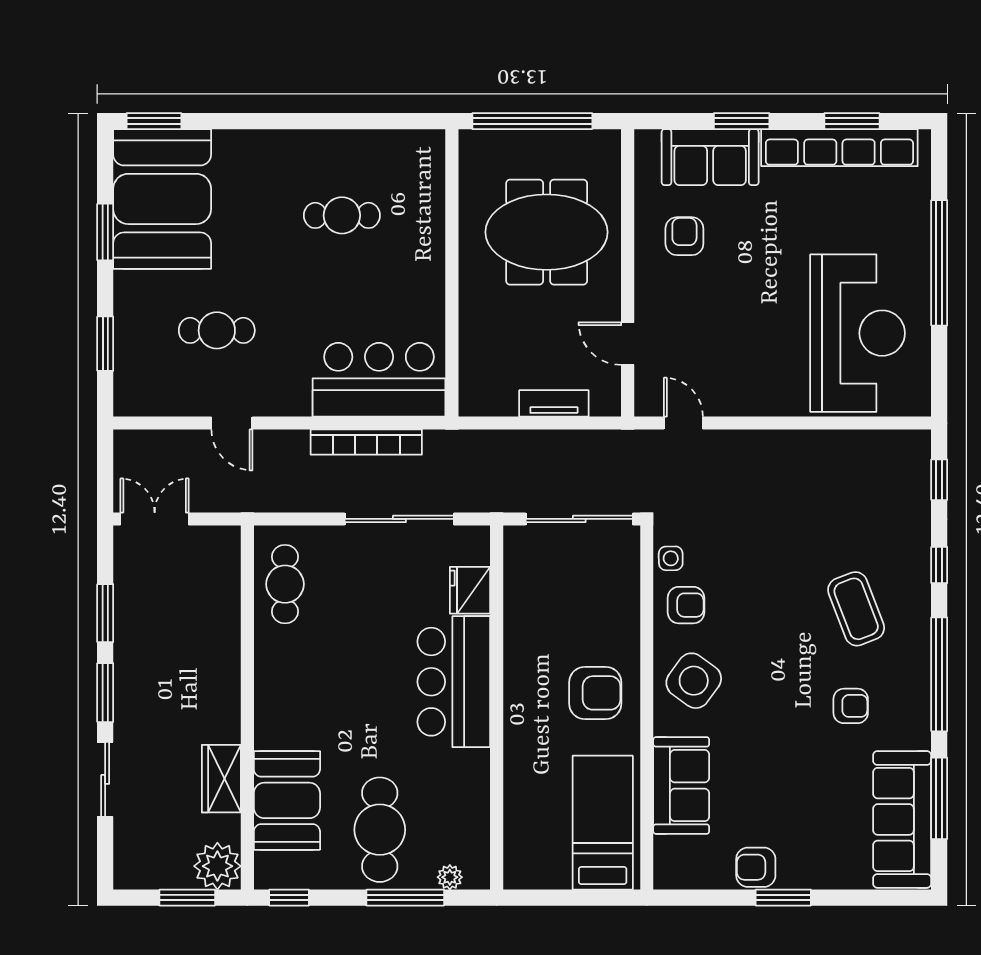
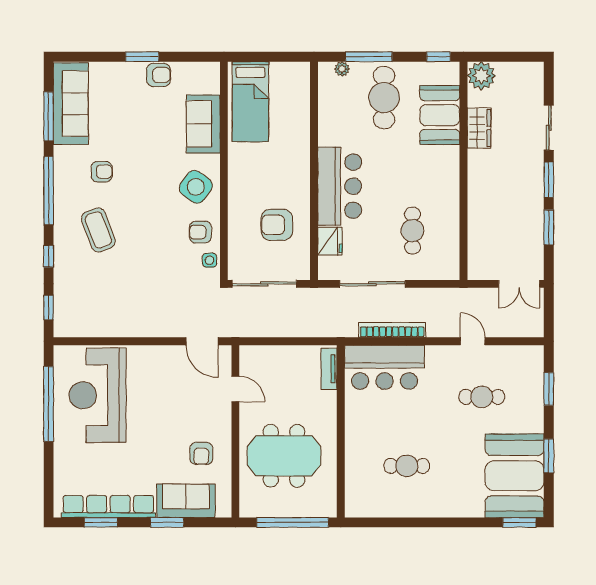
window: (939, 263) -> (49, 404), moved
tv unit: (554, 403) -> (329, 369), moved, turned 90
door: (683, 423) -> (202, 341), width x1.38
cafe table: (285, 584) -> (412, 231), moved
armchair: (595, 693) -> (277, 225), moved
armchair: (851, 706) -> (102, 172), turned 180
window: (187, 898) -> (499, 57), removed

